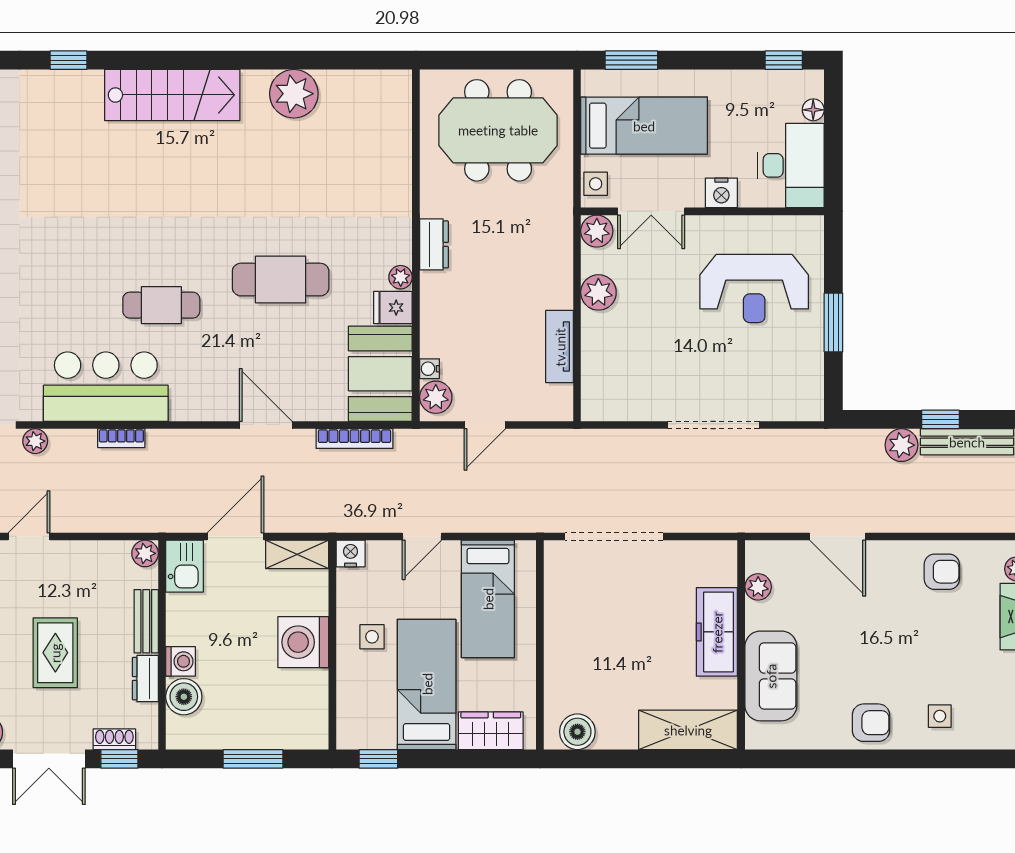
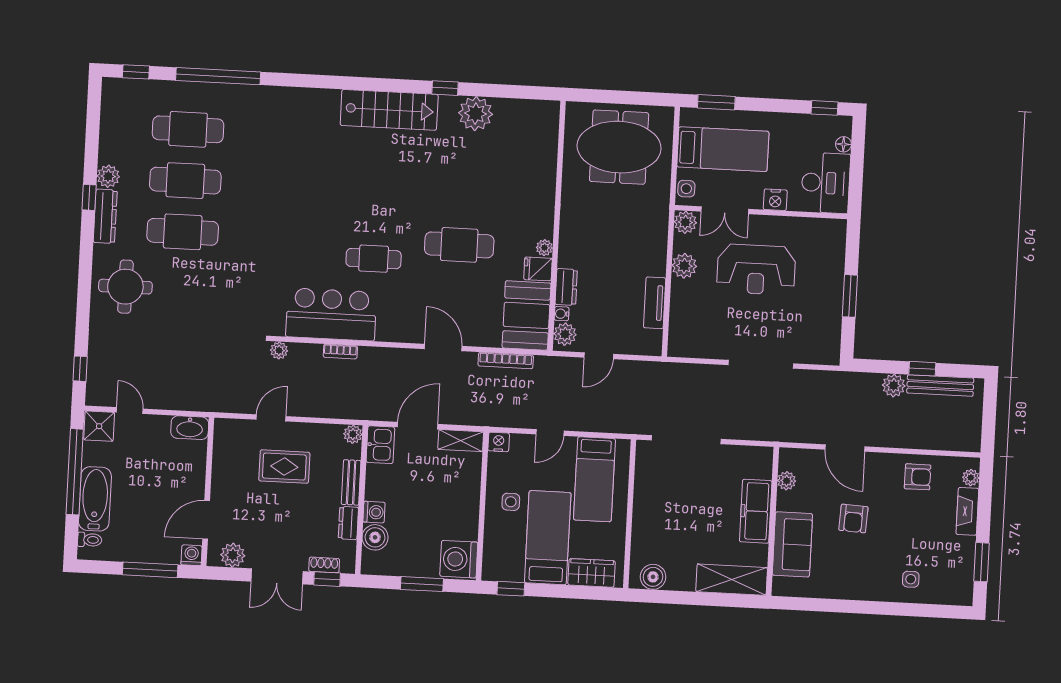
window: (68, 60) -> (445, 88), moved
dresser: (434, 244) -> (566, 287), moved
reception desk: (754, 288) -> (756, 270), moved
washing machine: (303, 642) -> (459, 559), moved
rug: (55, 653) -> (284, 467), moved, turned 90
armchair: (871, 723) -> (853, 519), moved, turned 93

